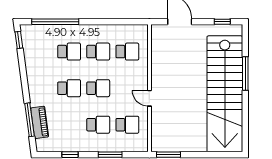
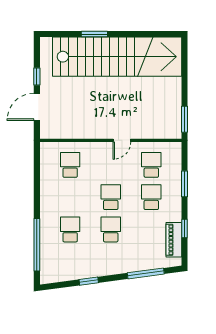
window: (222, 22) -> (37, 76), moved
window: (19, 40) -> (89, 281), moved
school desk: (98, 52) -> (70, 197), removed
window: (245, 73) -> (94, 34), width x0.69
piano: (40, 122) -> (174, 240), moved, turned -82

